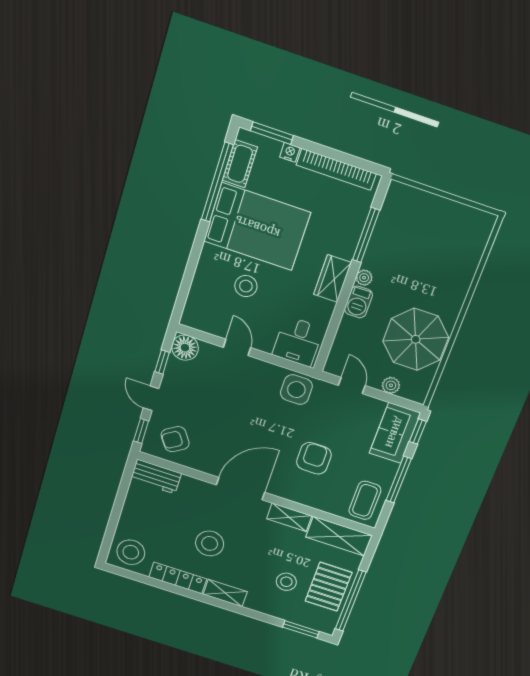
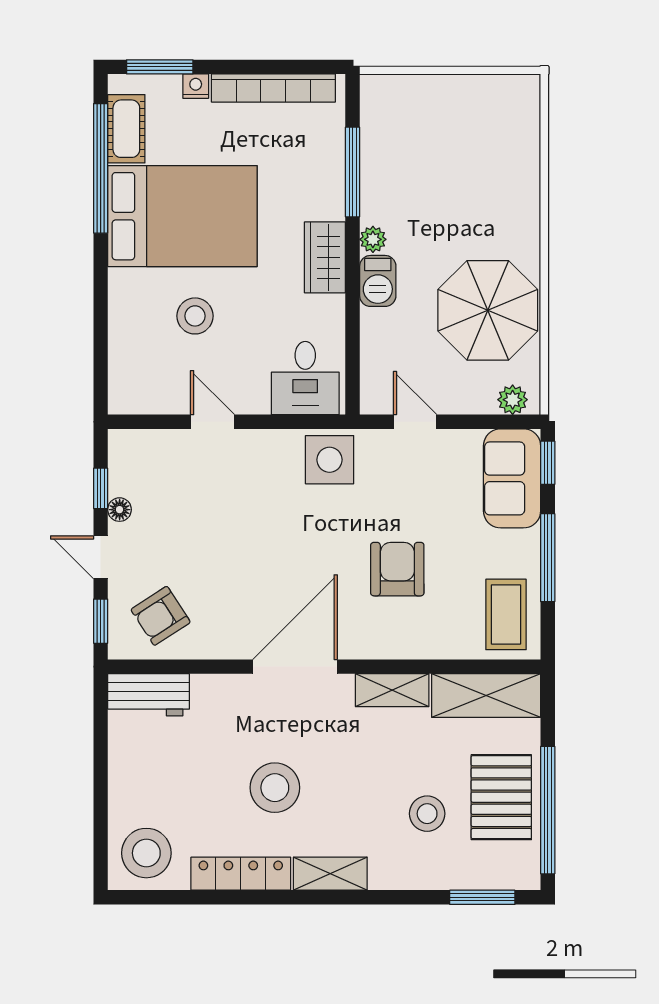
floor lamp: (185, 348) -> (120, 510), moved, width x0.53, depth x0.53
plant: (391, 385) -> (513, 400), moved

